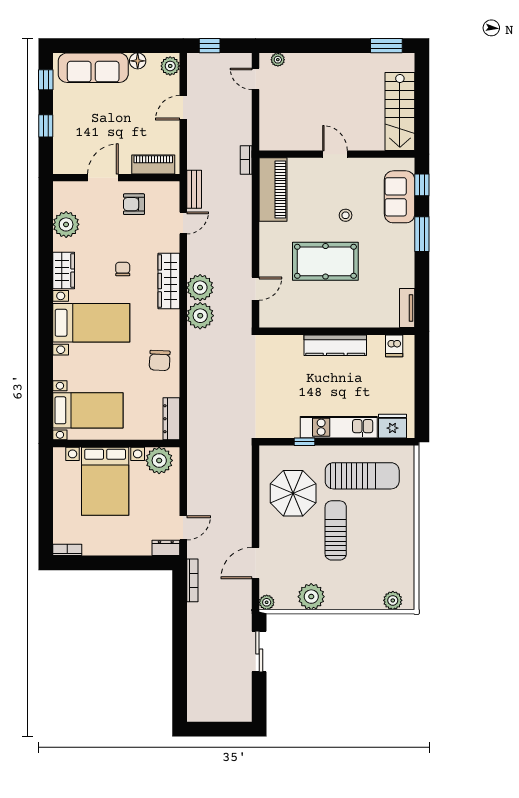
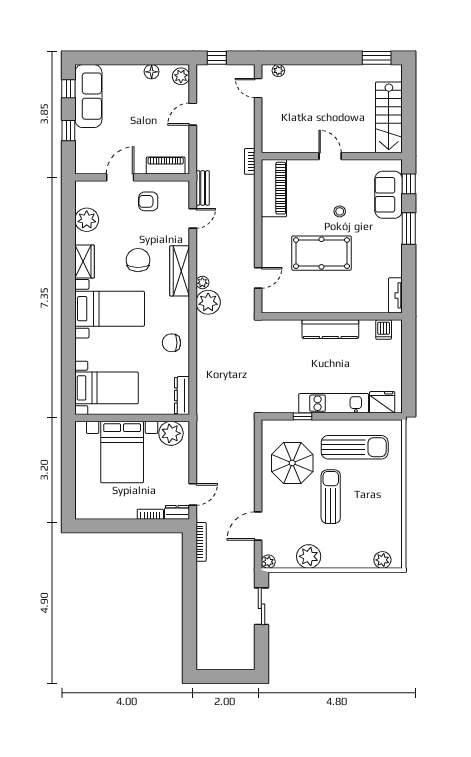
sofa: (93, 68) -> (88, 96), moved, turned -90
chair: (123, 269) -> (138, 260), width x1.87, depth x1.87
plant: (200, 288) -> (202, 282), width x0.53, depth x0.53
chair: (160, 360) -> (171, 343), turned 87
bookcase: (67, 550) -> (150, 514), moved

